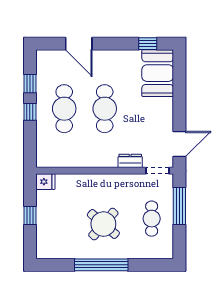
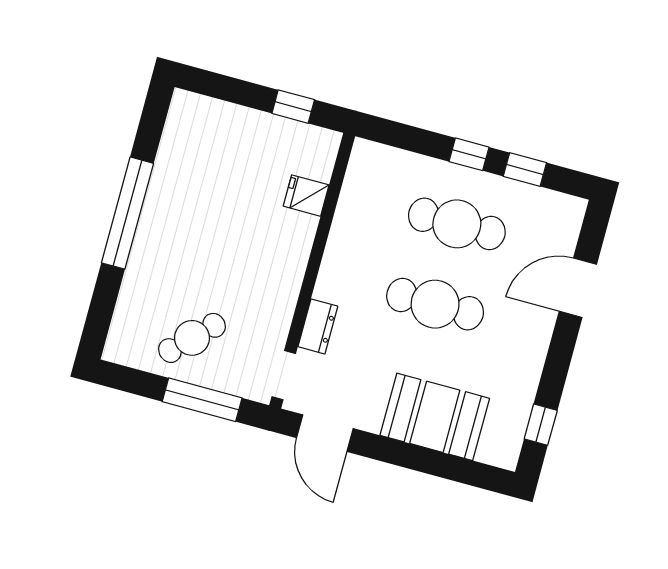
booth: (158, 73) -> (435, 417), moved
fridge: (45, 182) -> (306, 196), moved, turned 90
window: (30, 216) -> (293, 107), moved
cafe table: (152, 219) -> (192, 338), turned -45
round table: (103, 224) -> (207, 239), removed

